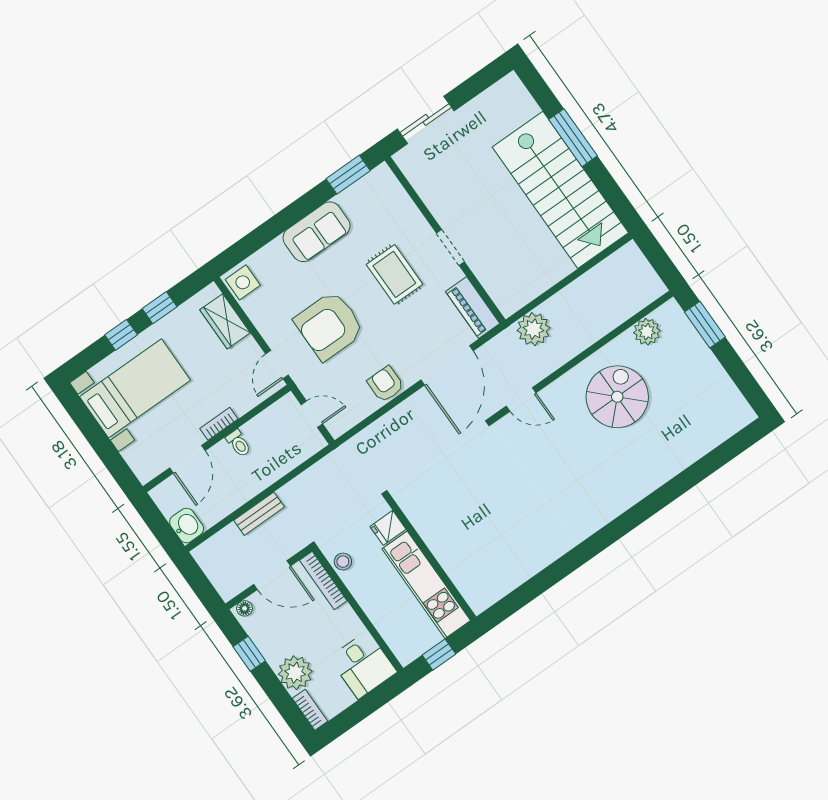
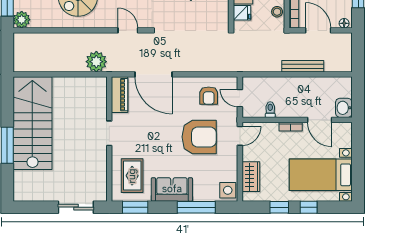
window: (268, 231) -> (196, 207), added
rug: (394, 274) -> (132, 176), moved
plant: (647, 332) -> (22, 20), moved
door: (447, 365) -> (153, 74), swing flipped
armchair: (386, 384) -> (209, 96), moved
toilet: (239, 443) -> (270, 110), moved
door: (187, 459) -> (320, 120), swing flipped
bench: (259, 514) -> (303, 66), width x1.36
washbasin: (187, 526) -> (344, 108), moved

